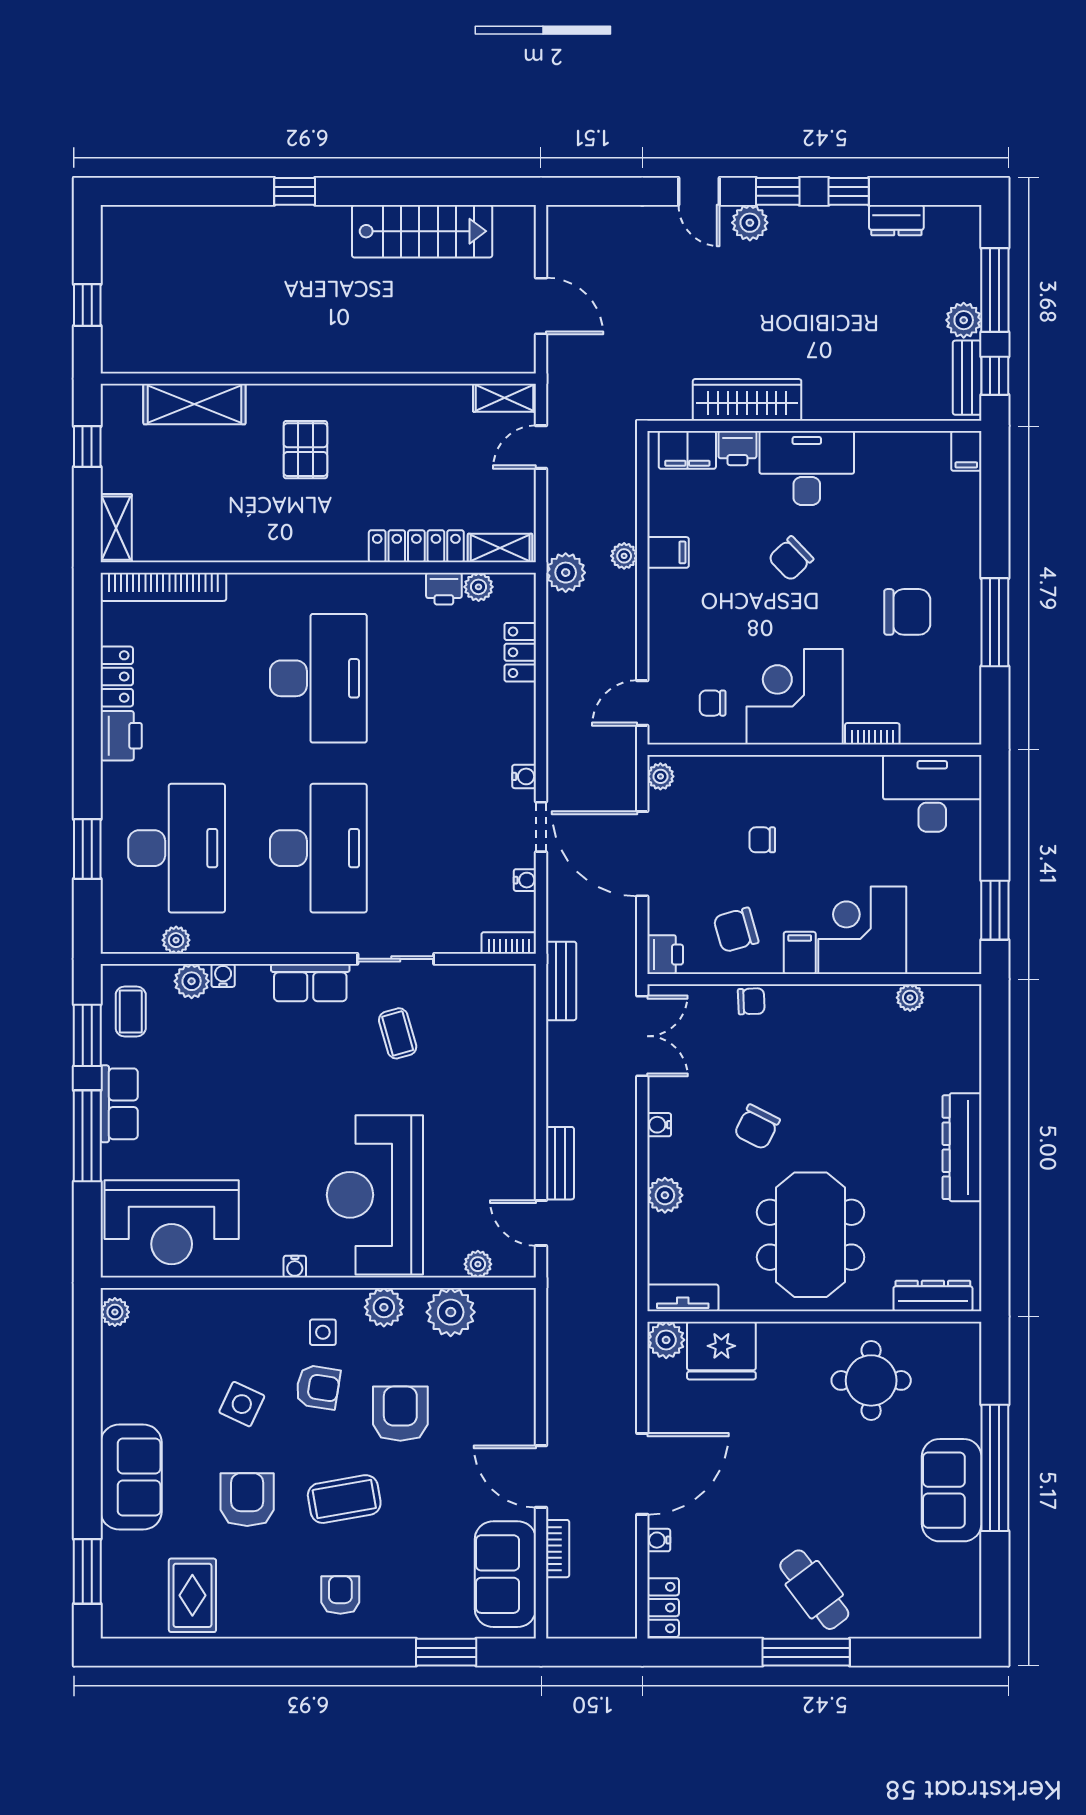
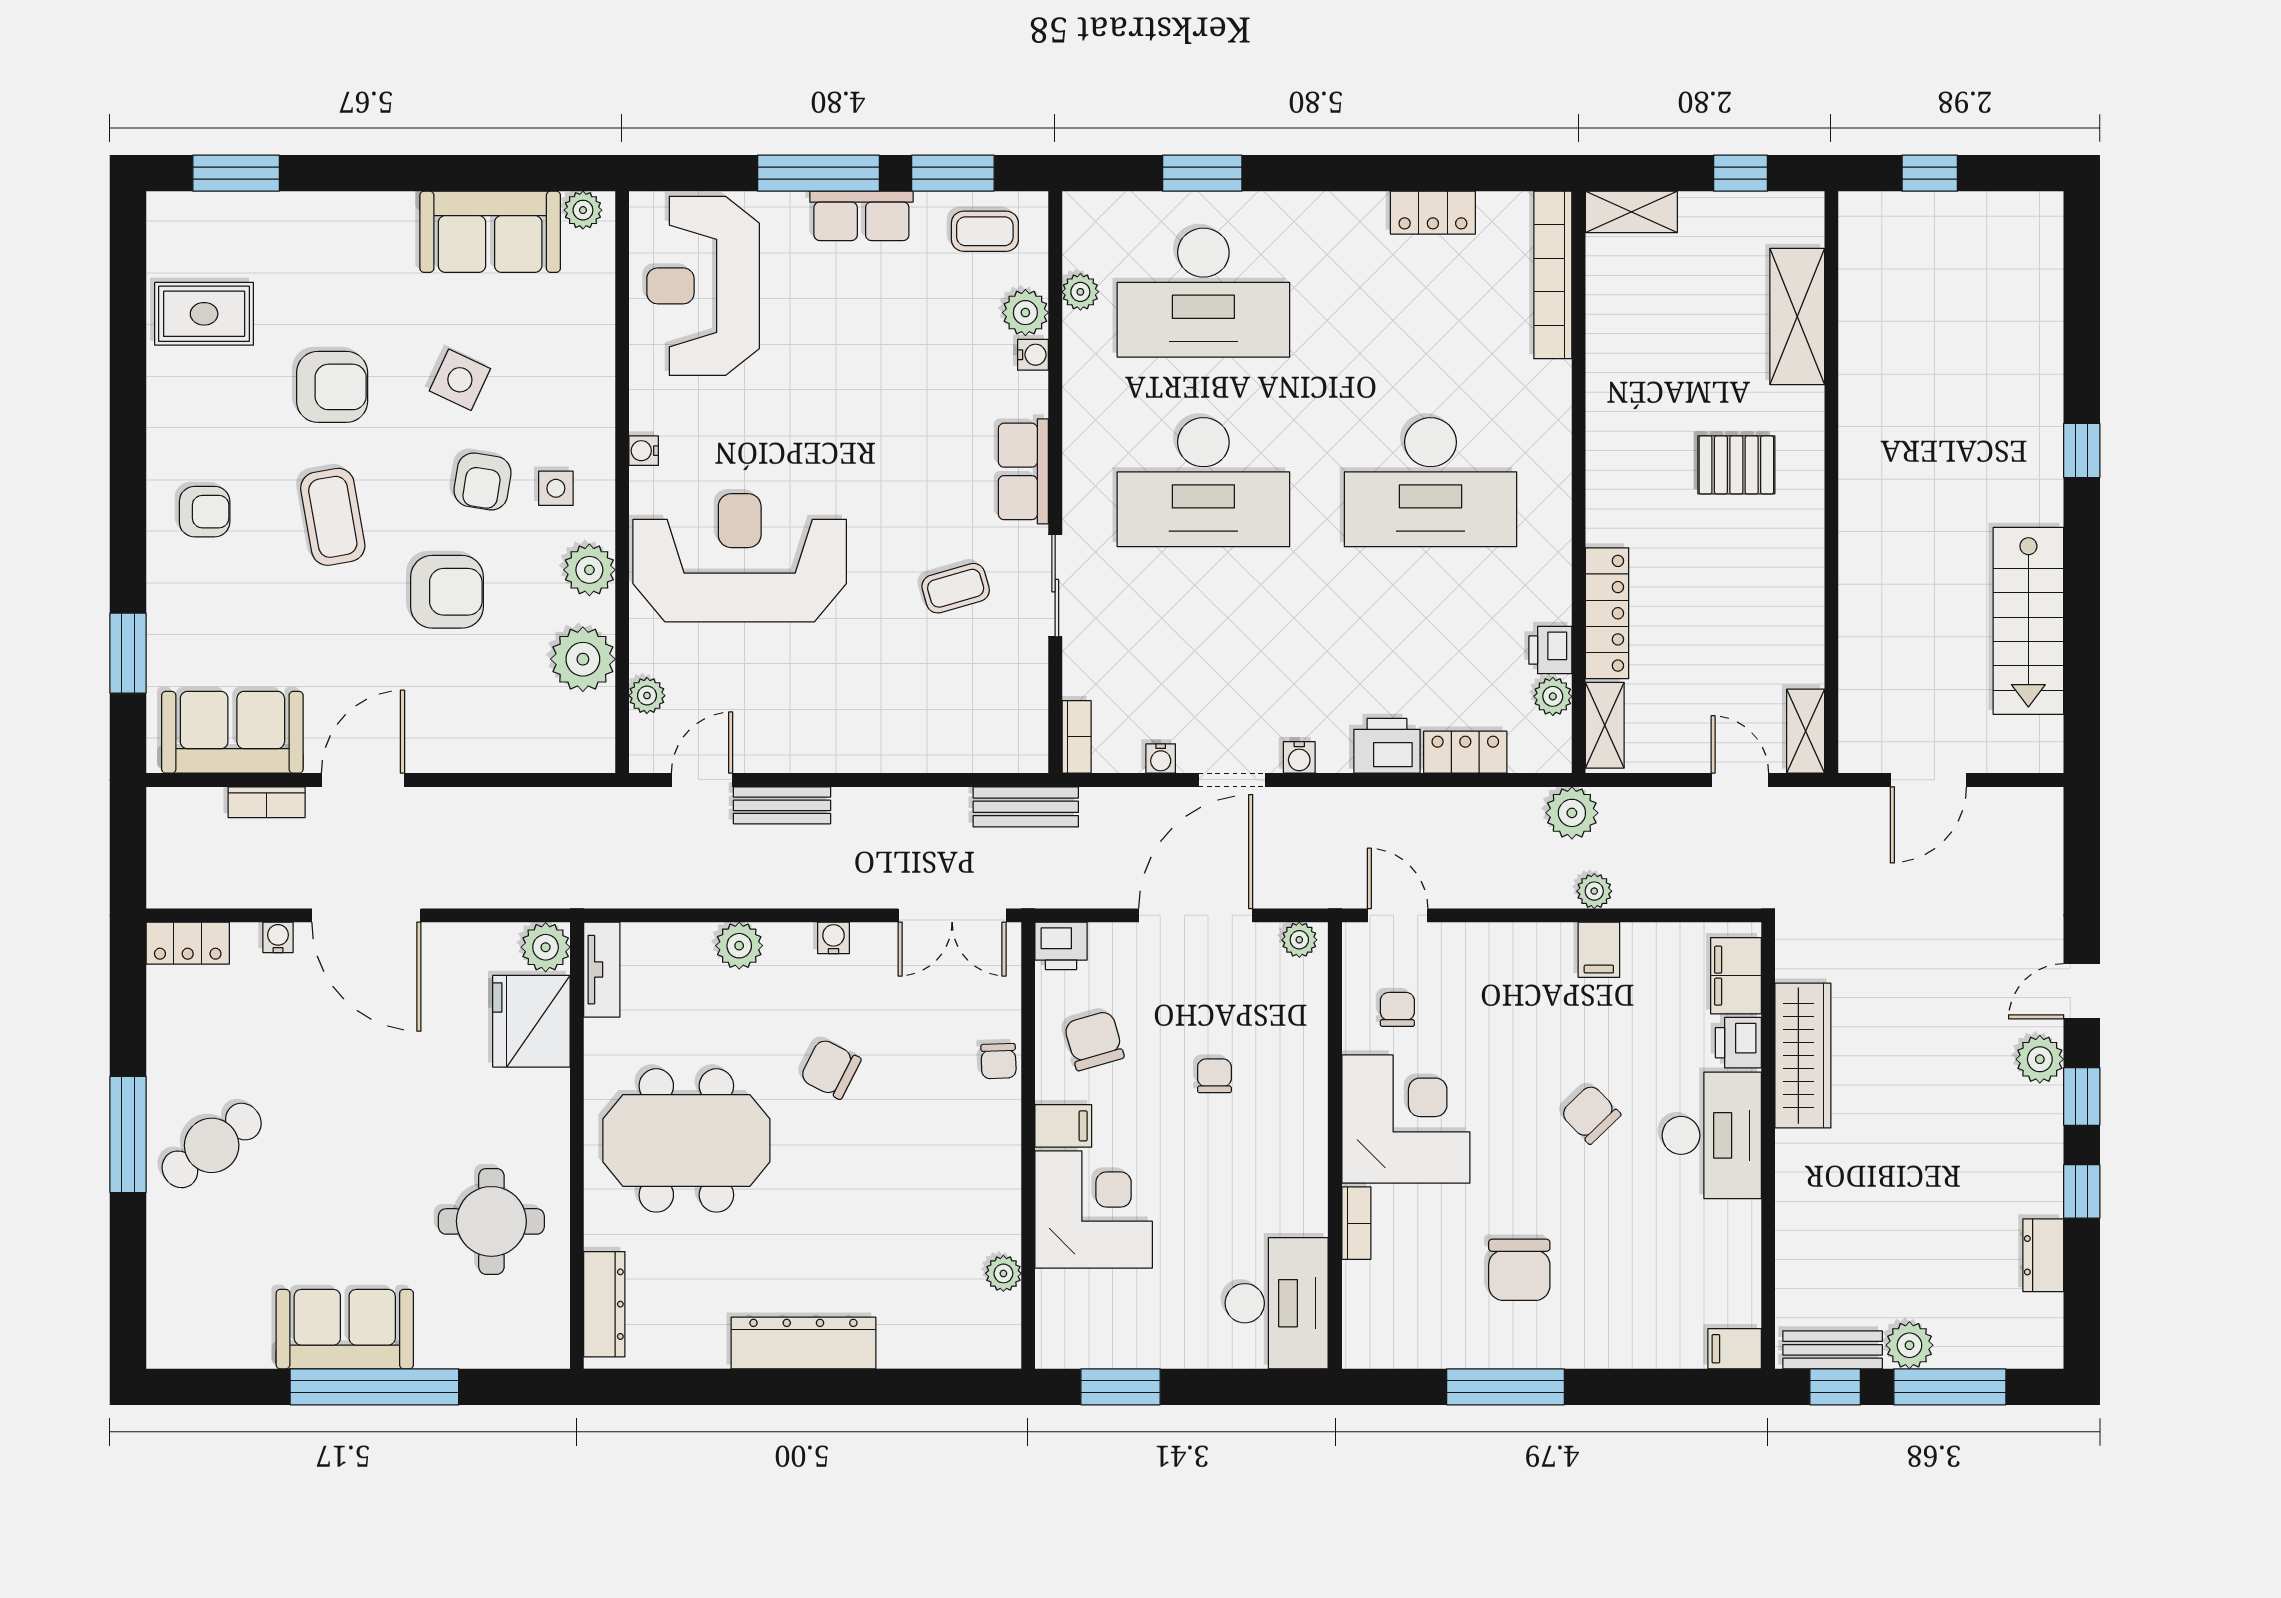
printer: (121, 736) -> (1387, 746), moved, turned 180
sofa: (131, 1477) -> (490, 232), moved

